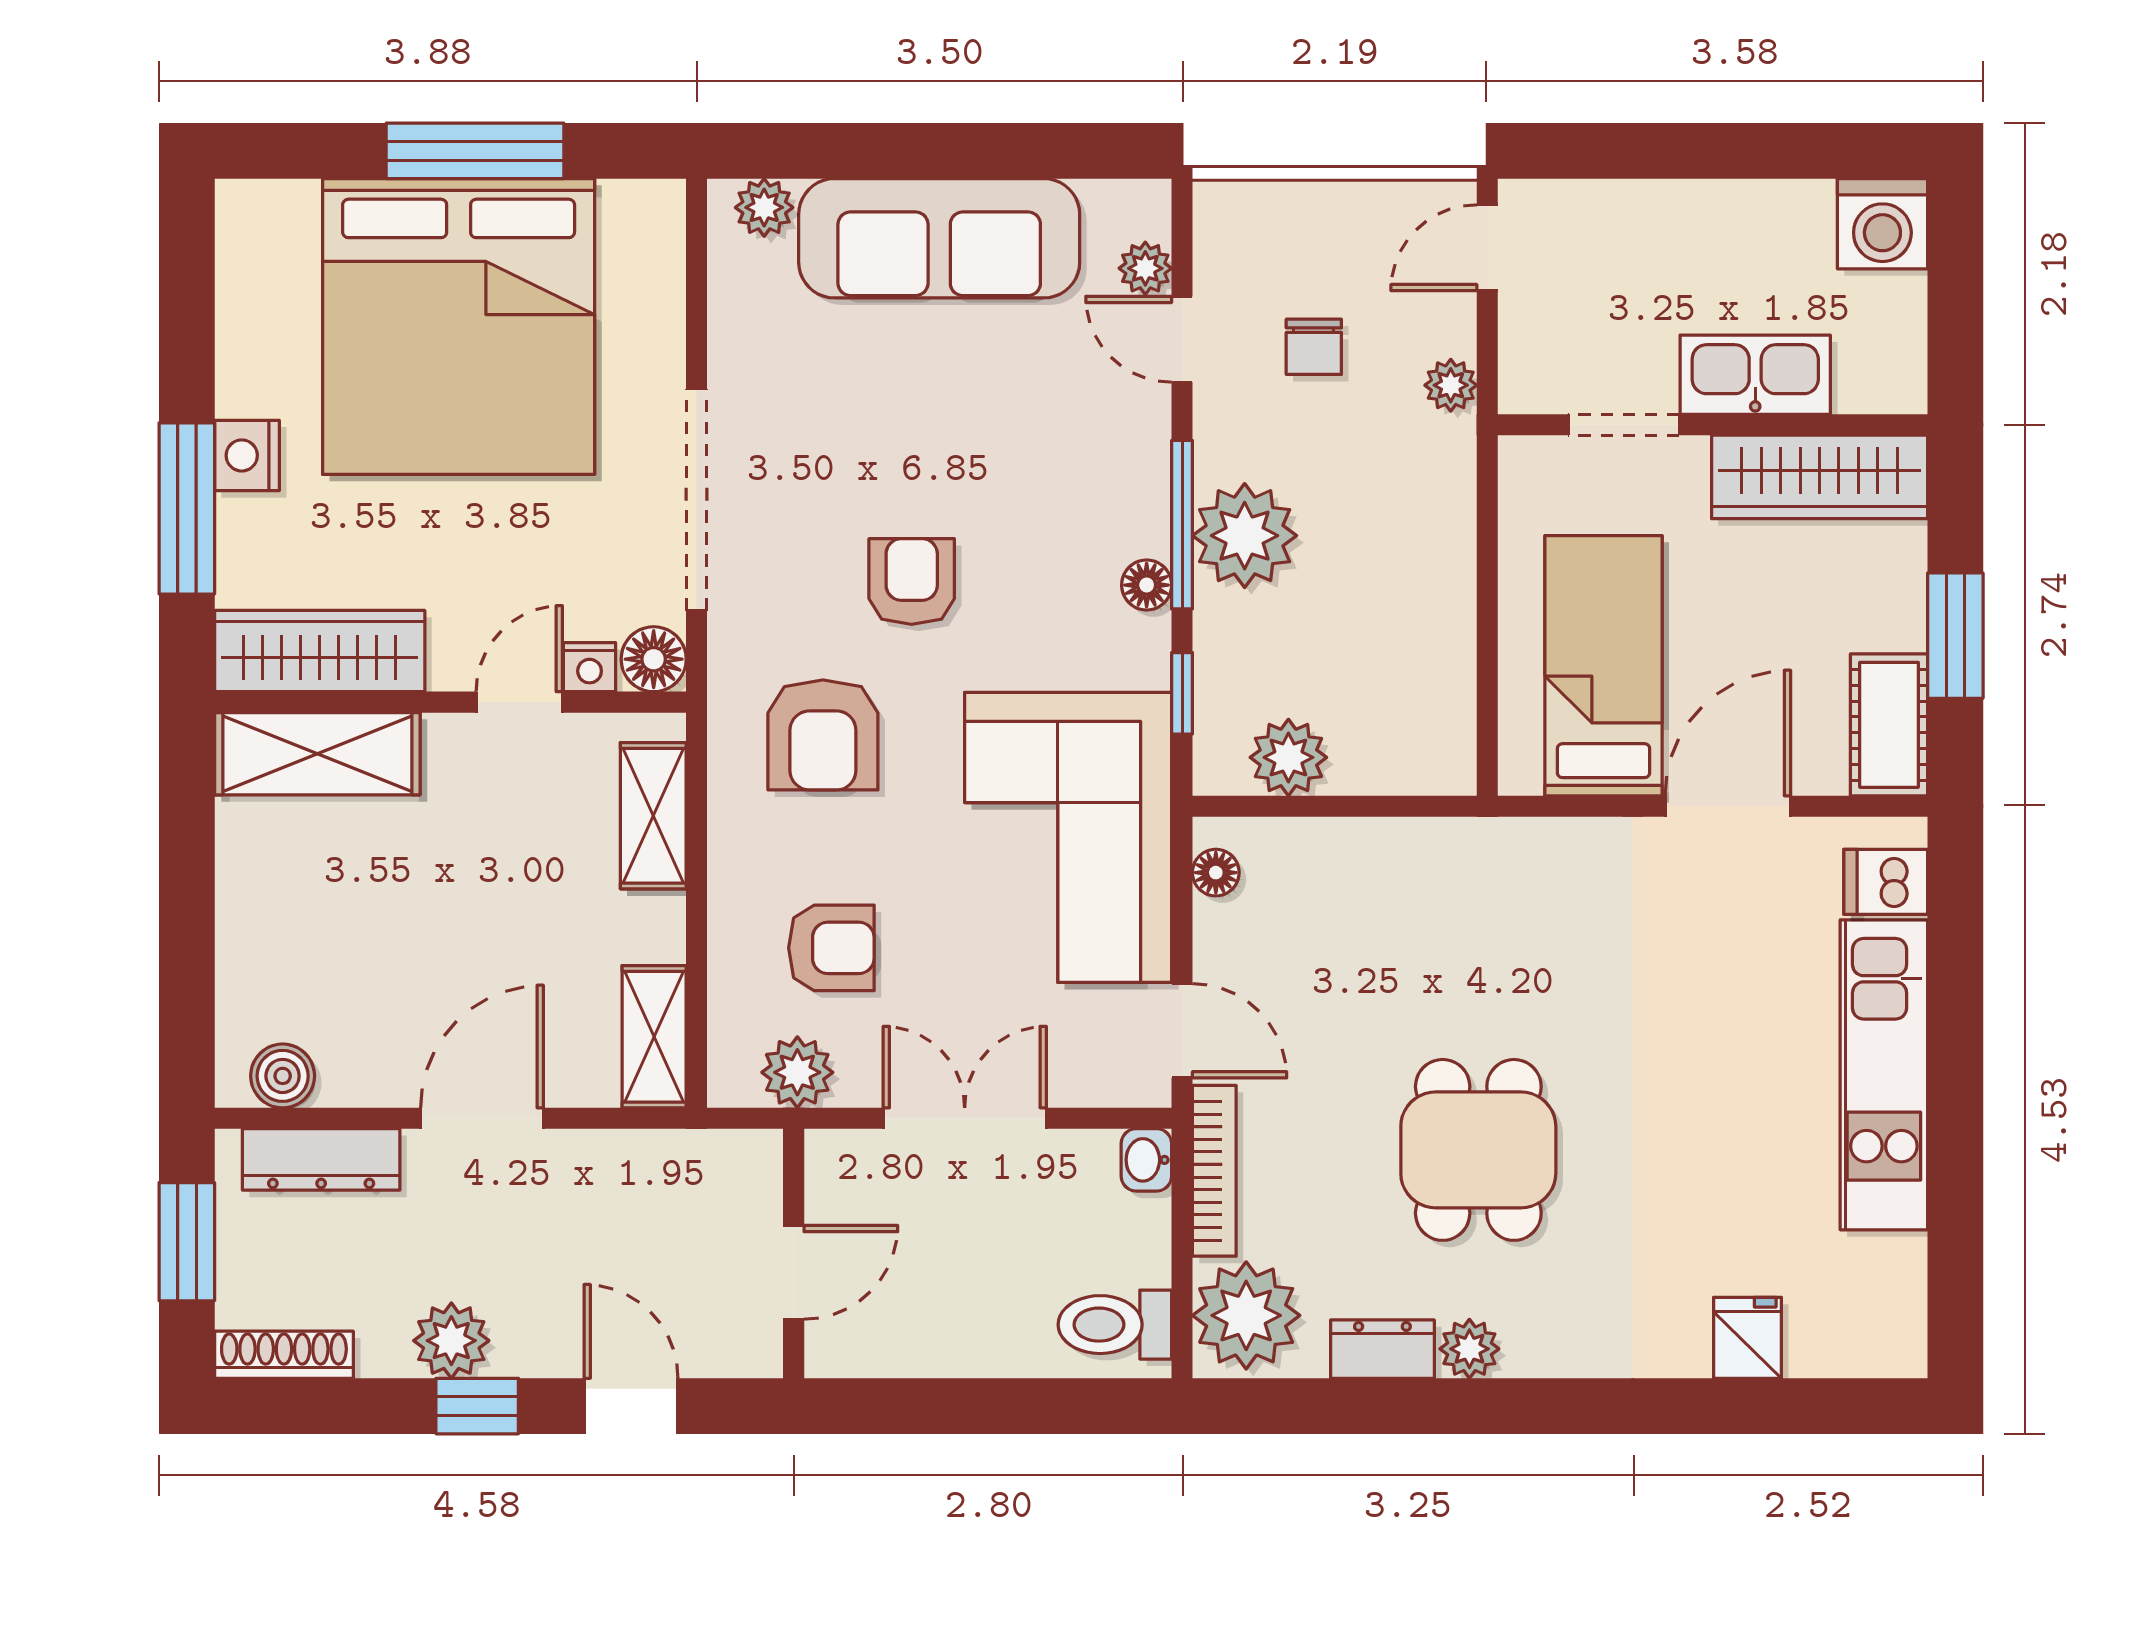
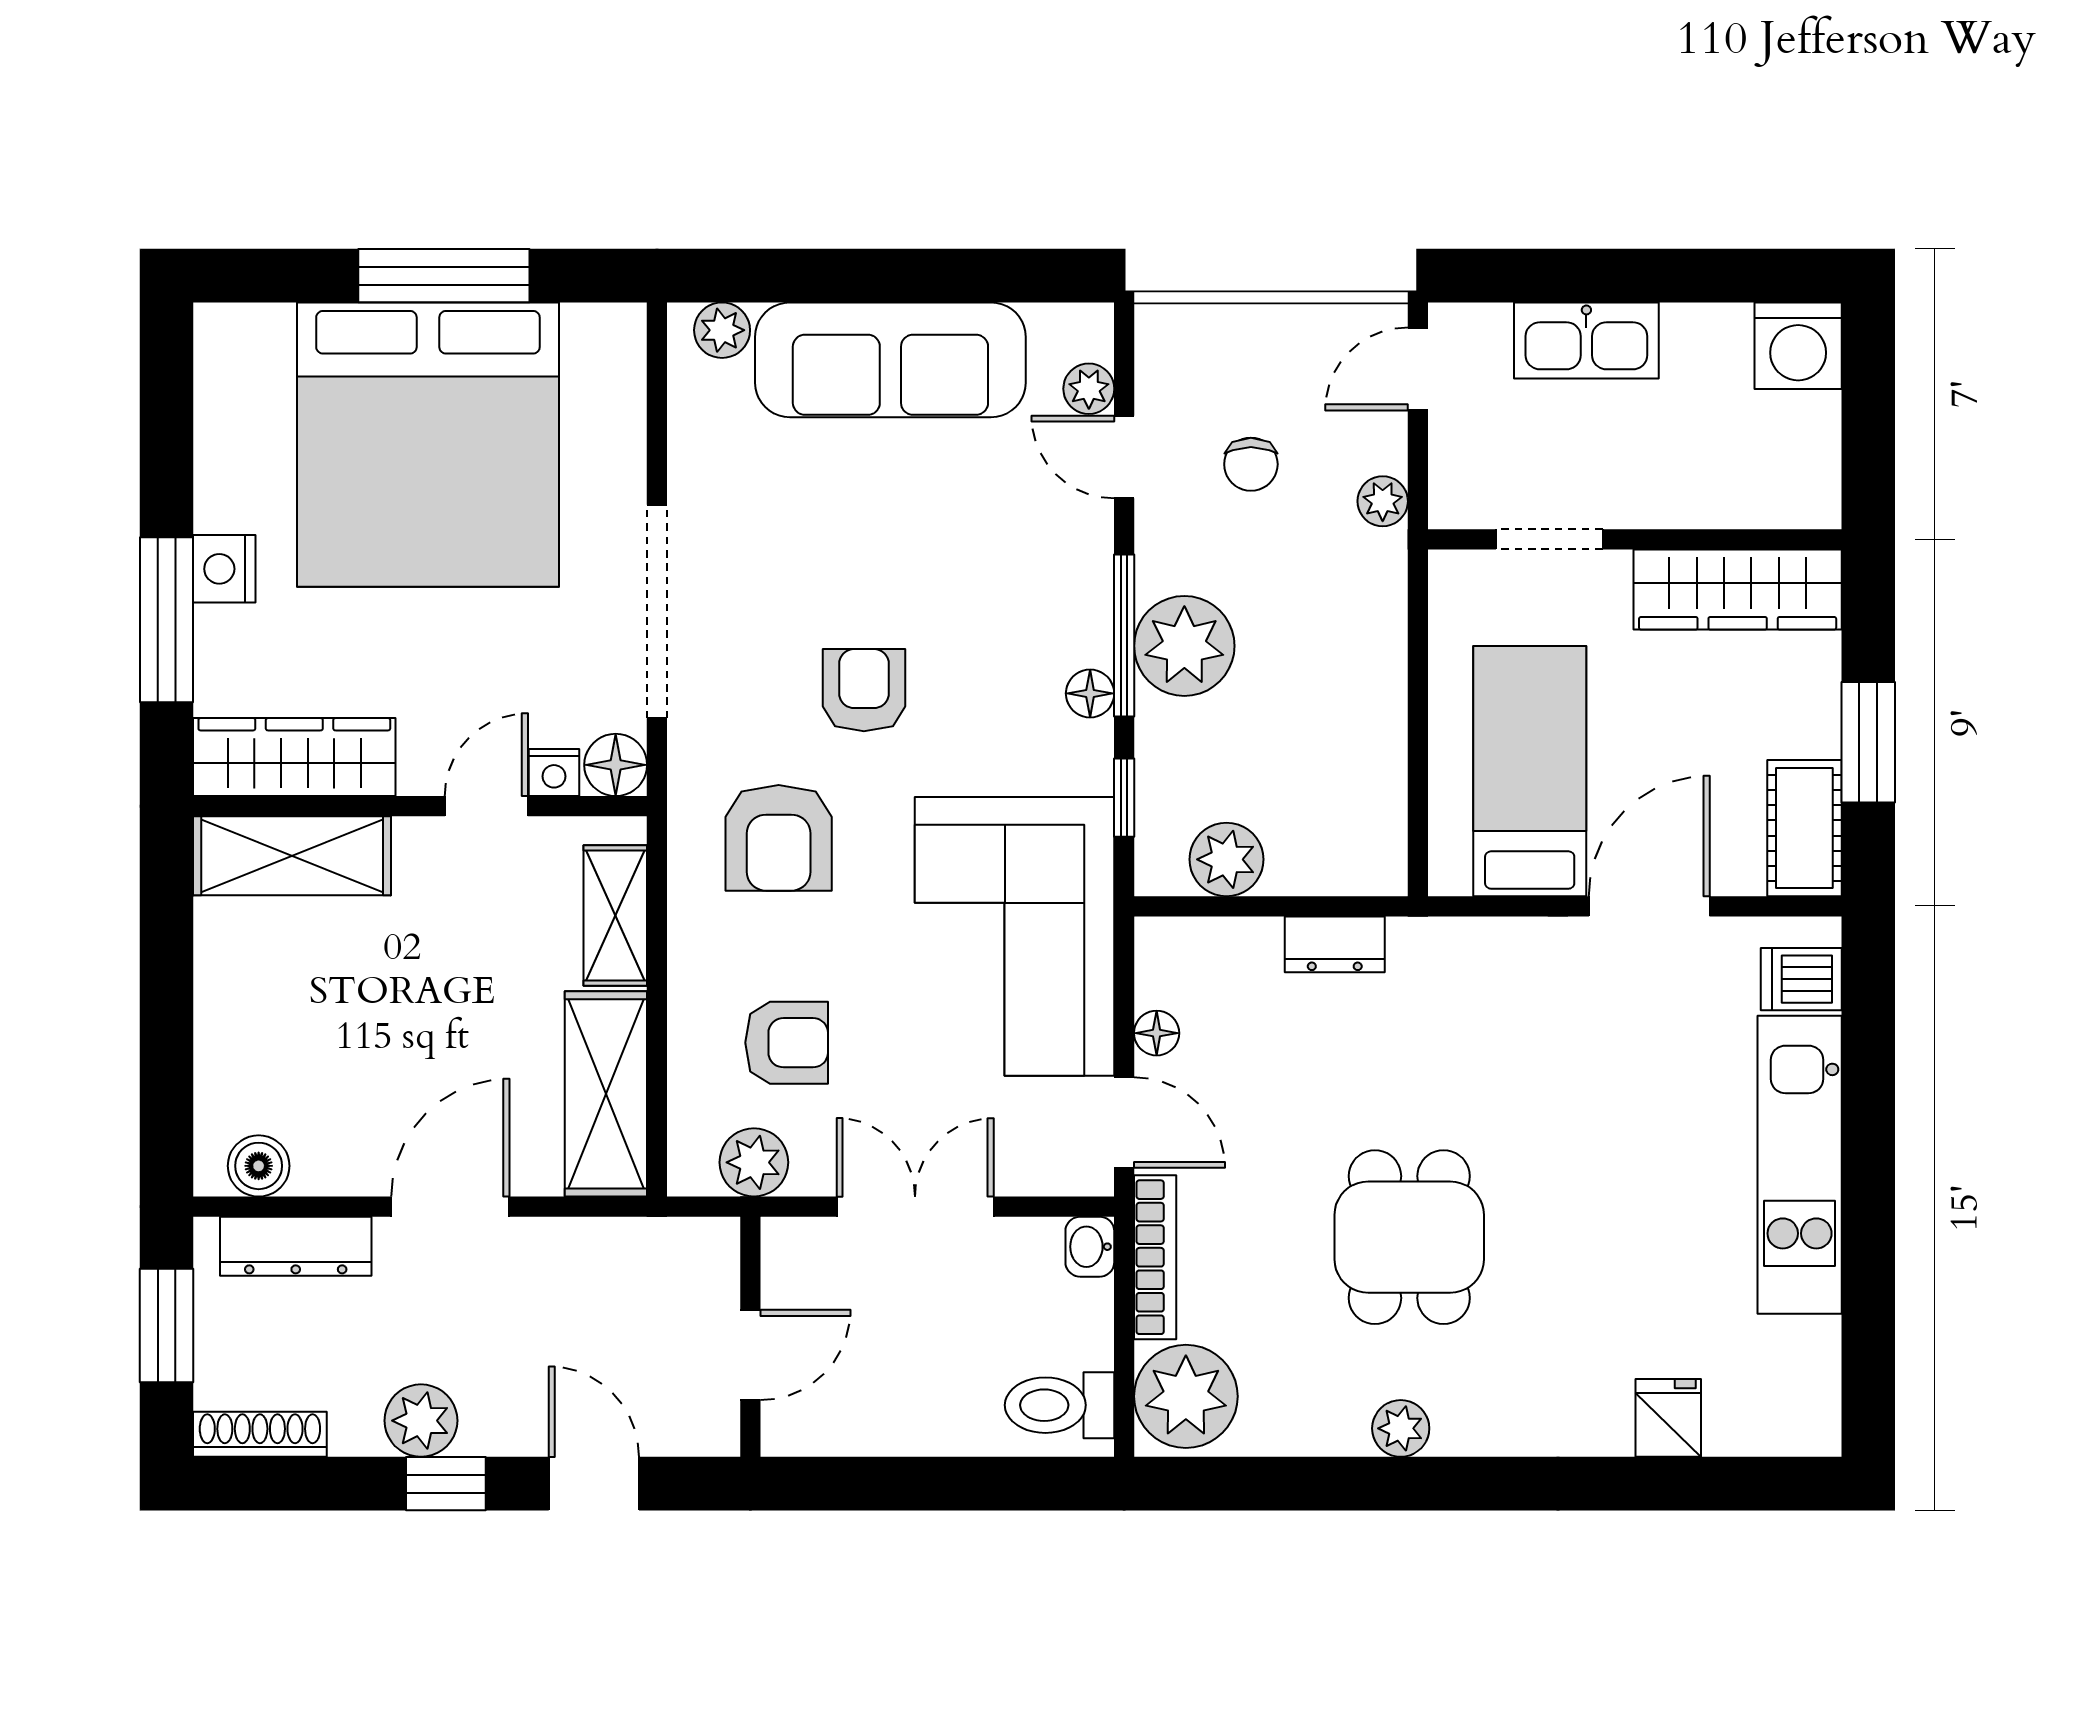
kitchen sink: (1755, 375) -> (1586, 340), moved, turned 180
floor lamp: (1216, 873) -> (1157, 1033), moved
shelving: (654, 1037) -> (606, 1094), width x1.50, depth x1.33
dresser: (1382, 1349) -> (1335, 944), moved, turned 180

